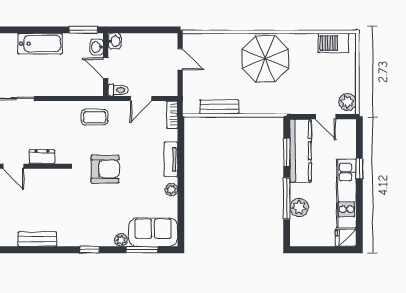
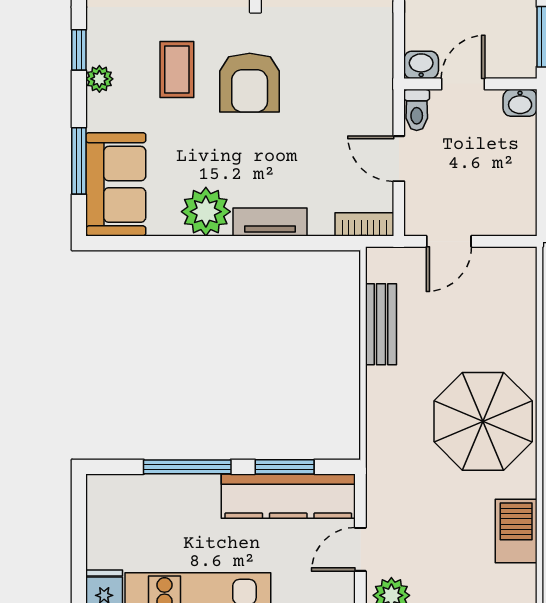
barbecue: (333, 43) -> (516, 531), moved
washbasin: (97, 47) -> (421, 65), moved
door: (180, 59) -> (449, 241), moved
coffee table: (95, 117) -> (177, 69), moved
plant: (171, 190) -> (206, 212), width x1.87, depth x1.87
plant: (299, 207) -> (168, 493), removed
plant: (121, 240) -> (99, 79), moved

